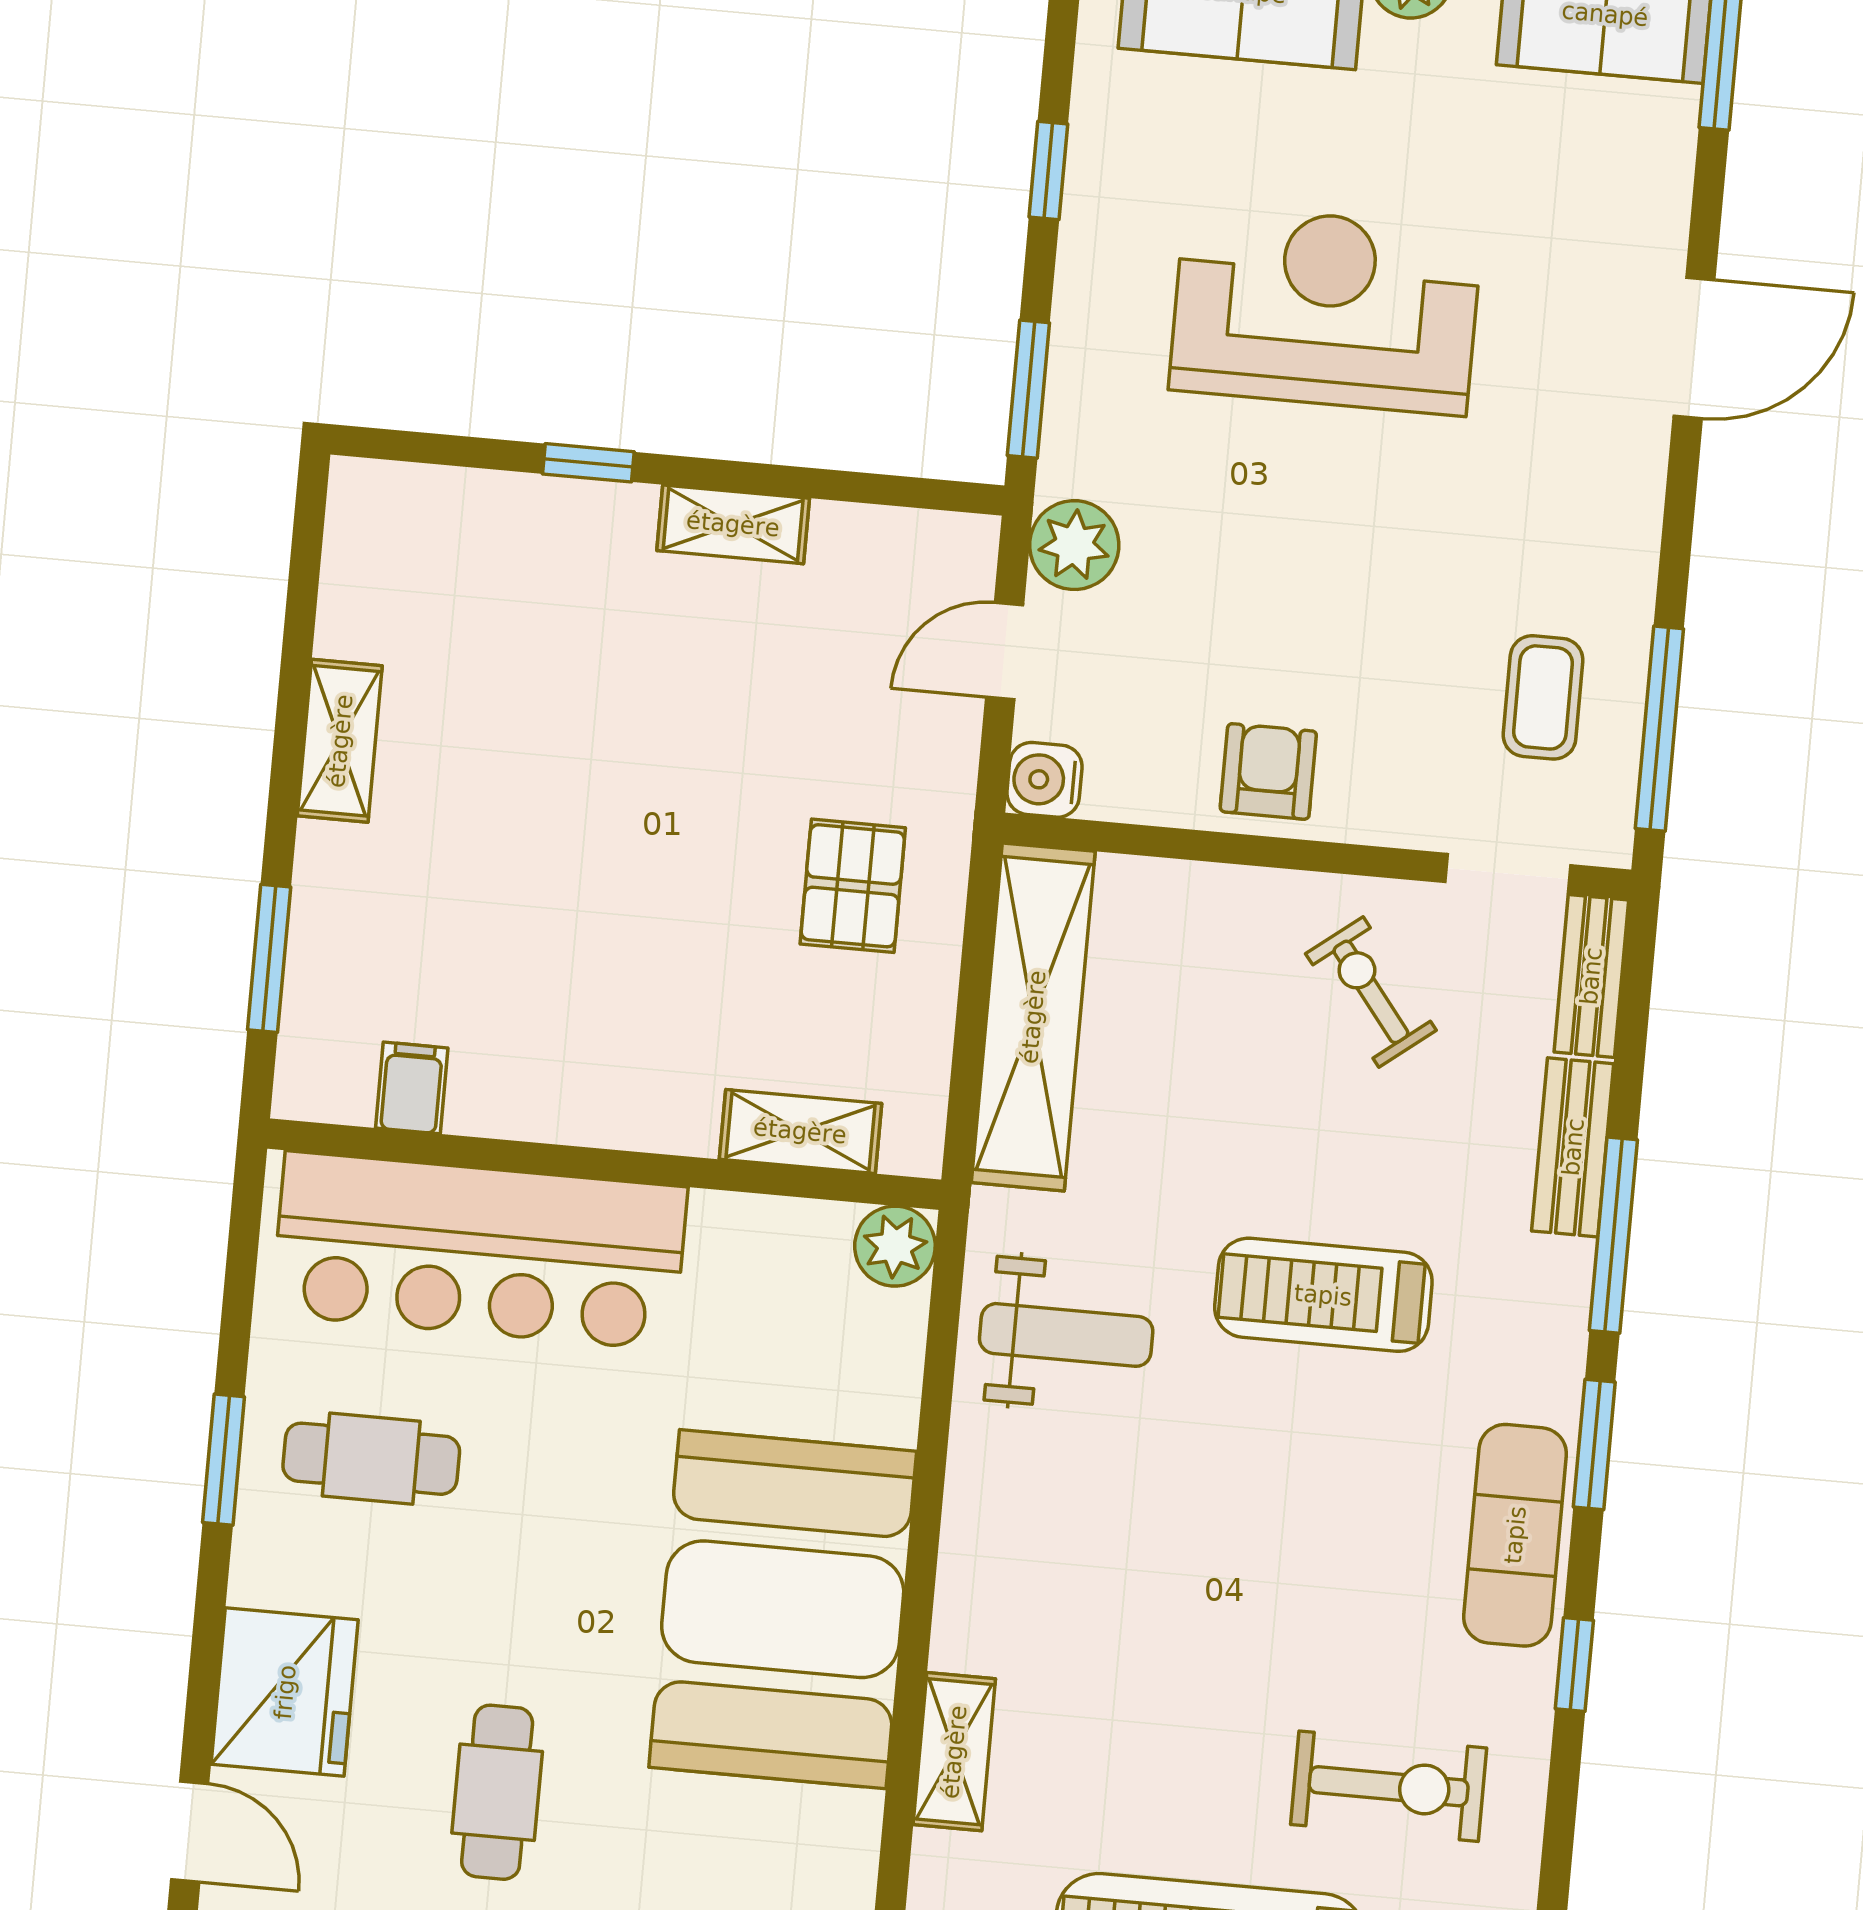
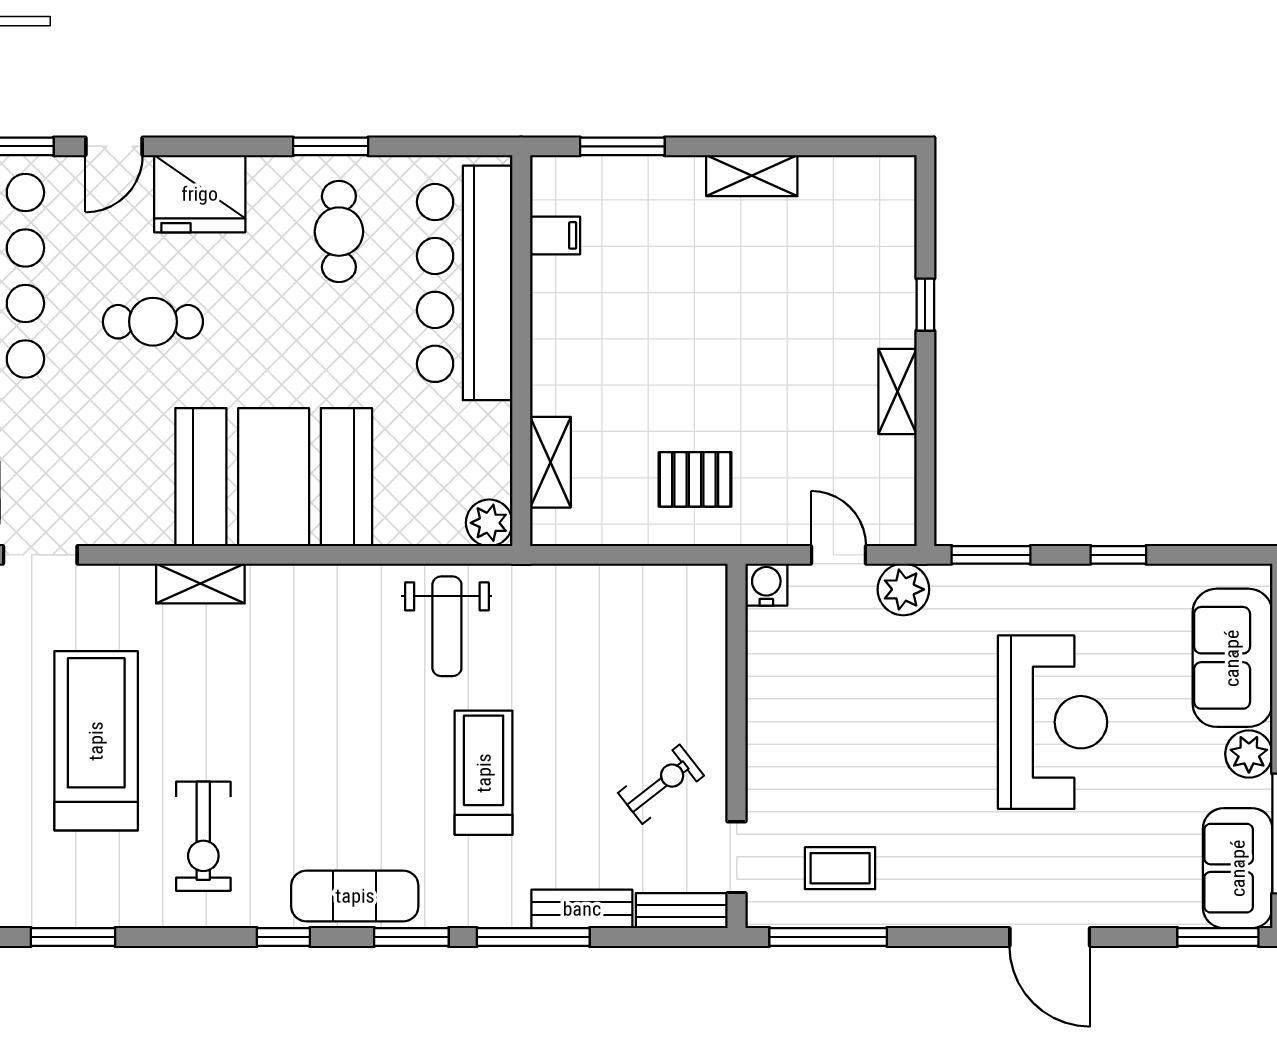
armchair: (1268, 771) -> (783, 713), removed
shelving: (1033, 1017) -> (629, 591), removed

